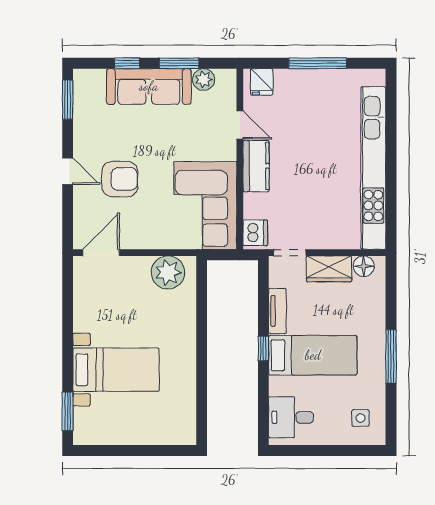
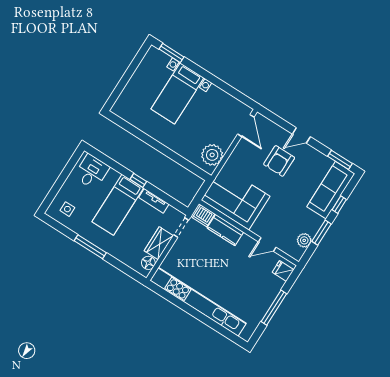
sofa: (149, 86) -> (331, 190), moved
kitchen counter: (256, 166) -> (225, 230), moved

